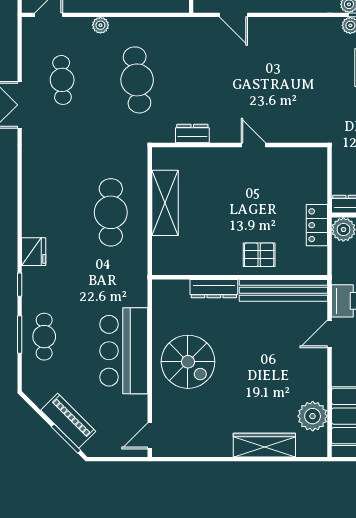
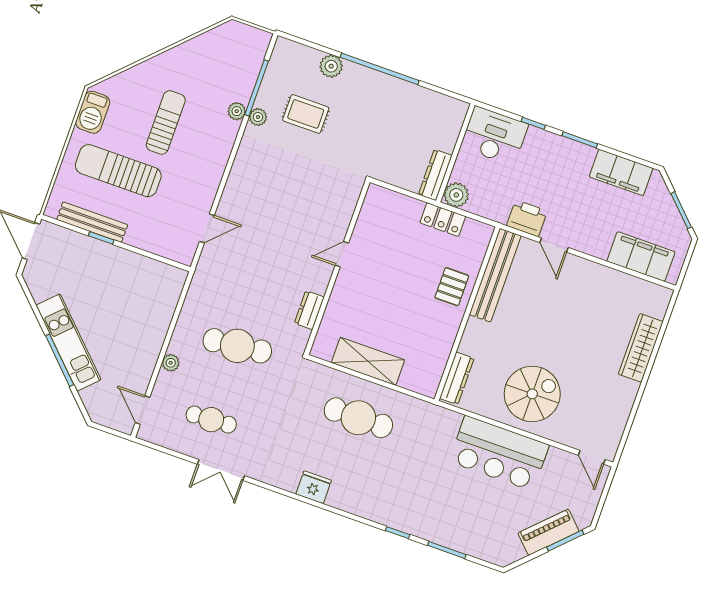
fridge: (34, 252) -> (314, 487), moved
dresser: (214, 289) -> (457, 378), moved
cafe table: (44, 337) -> (457, 527), removed
plant: (313, 416) -> (629, 290), removed

